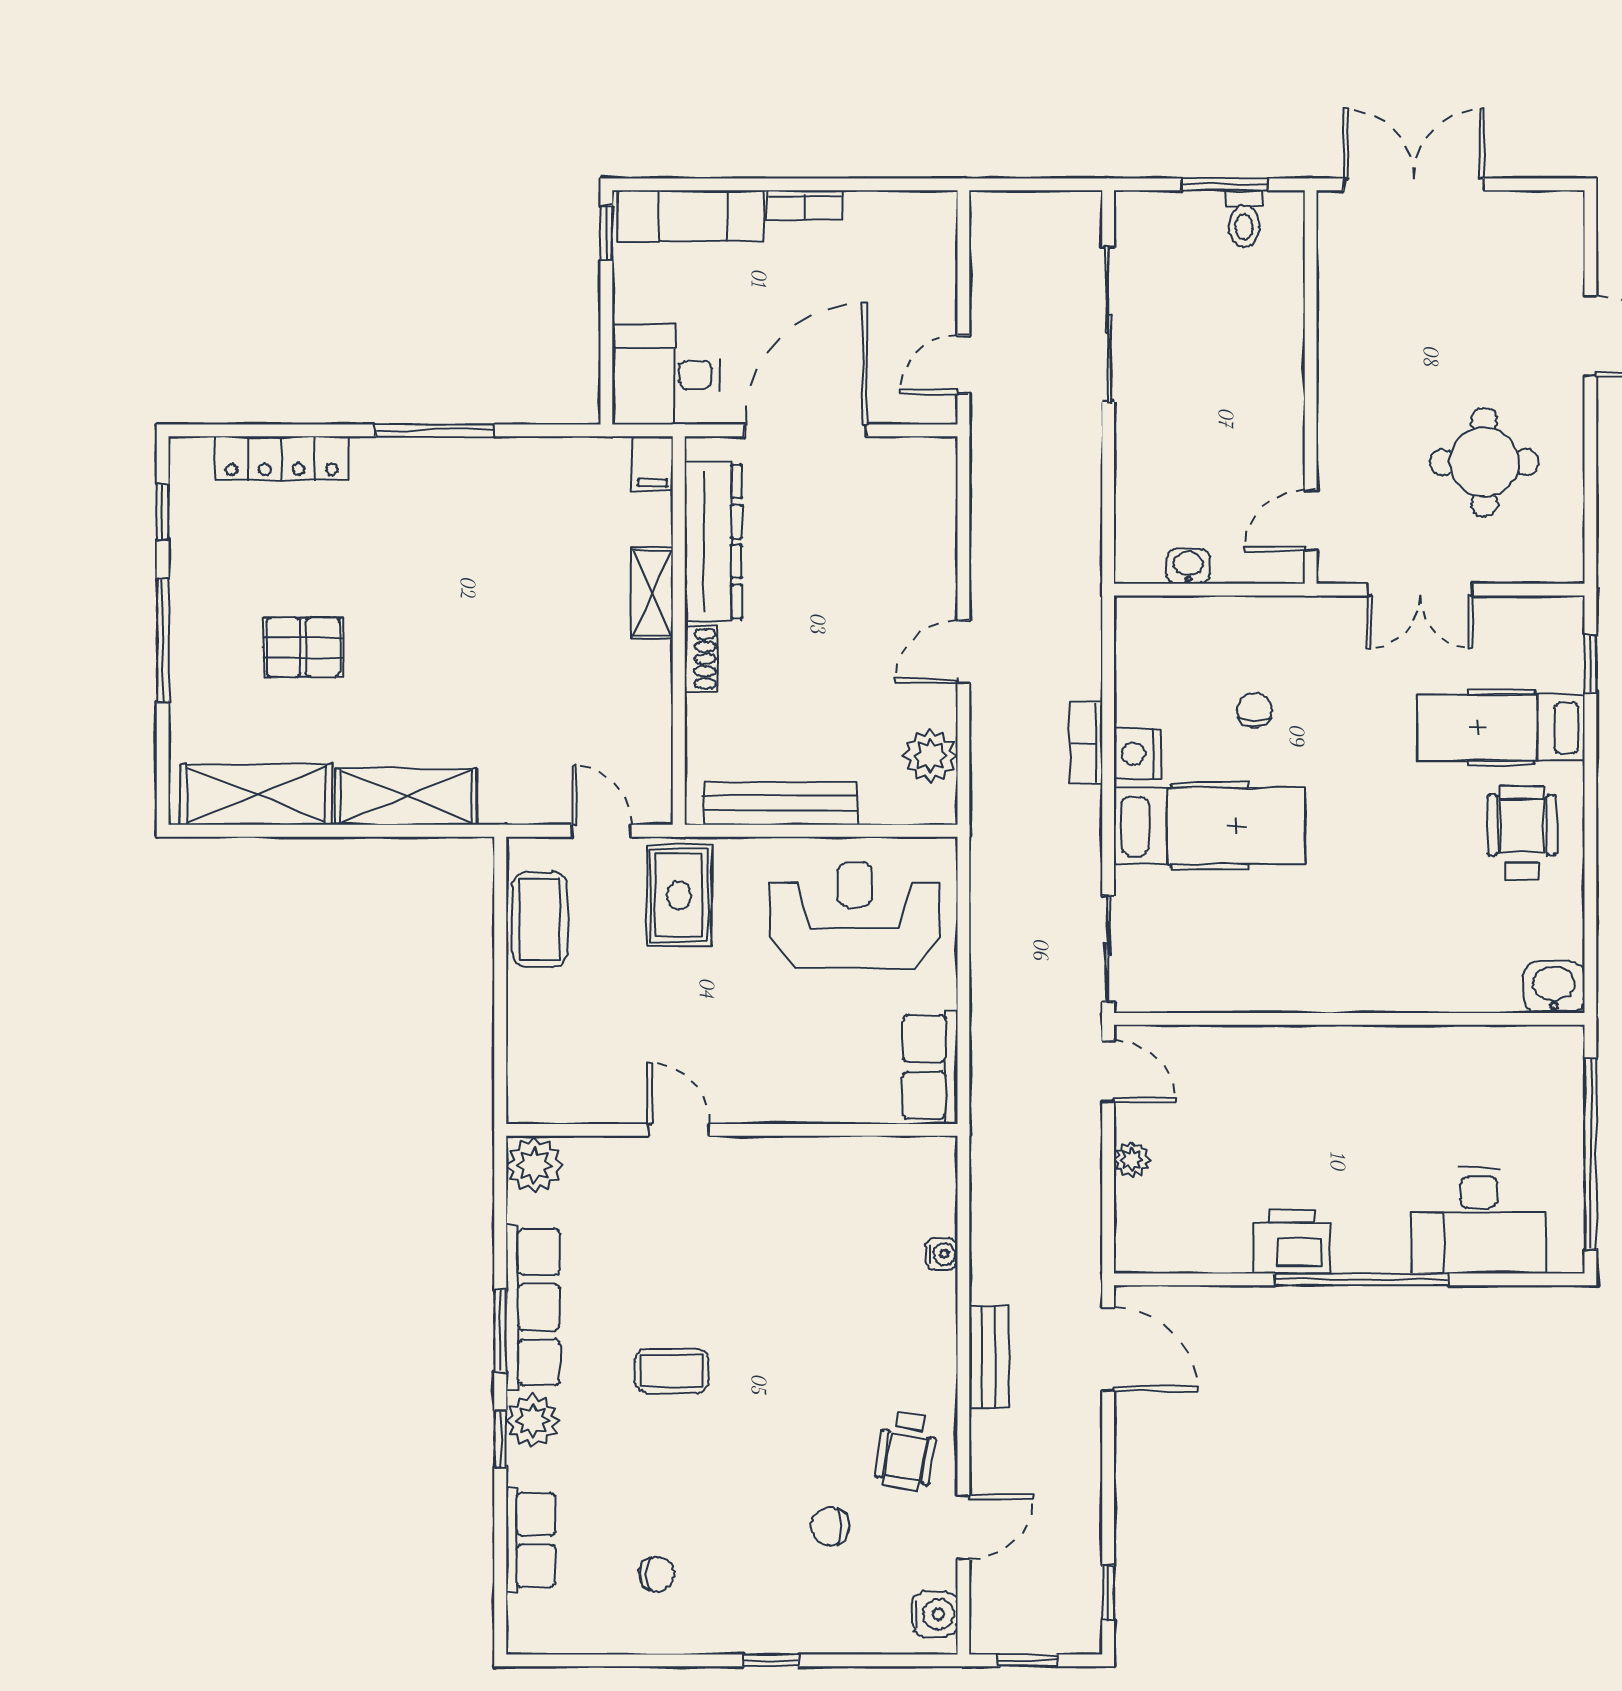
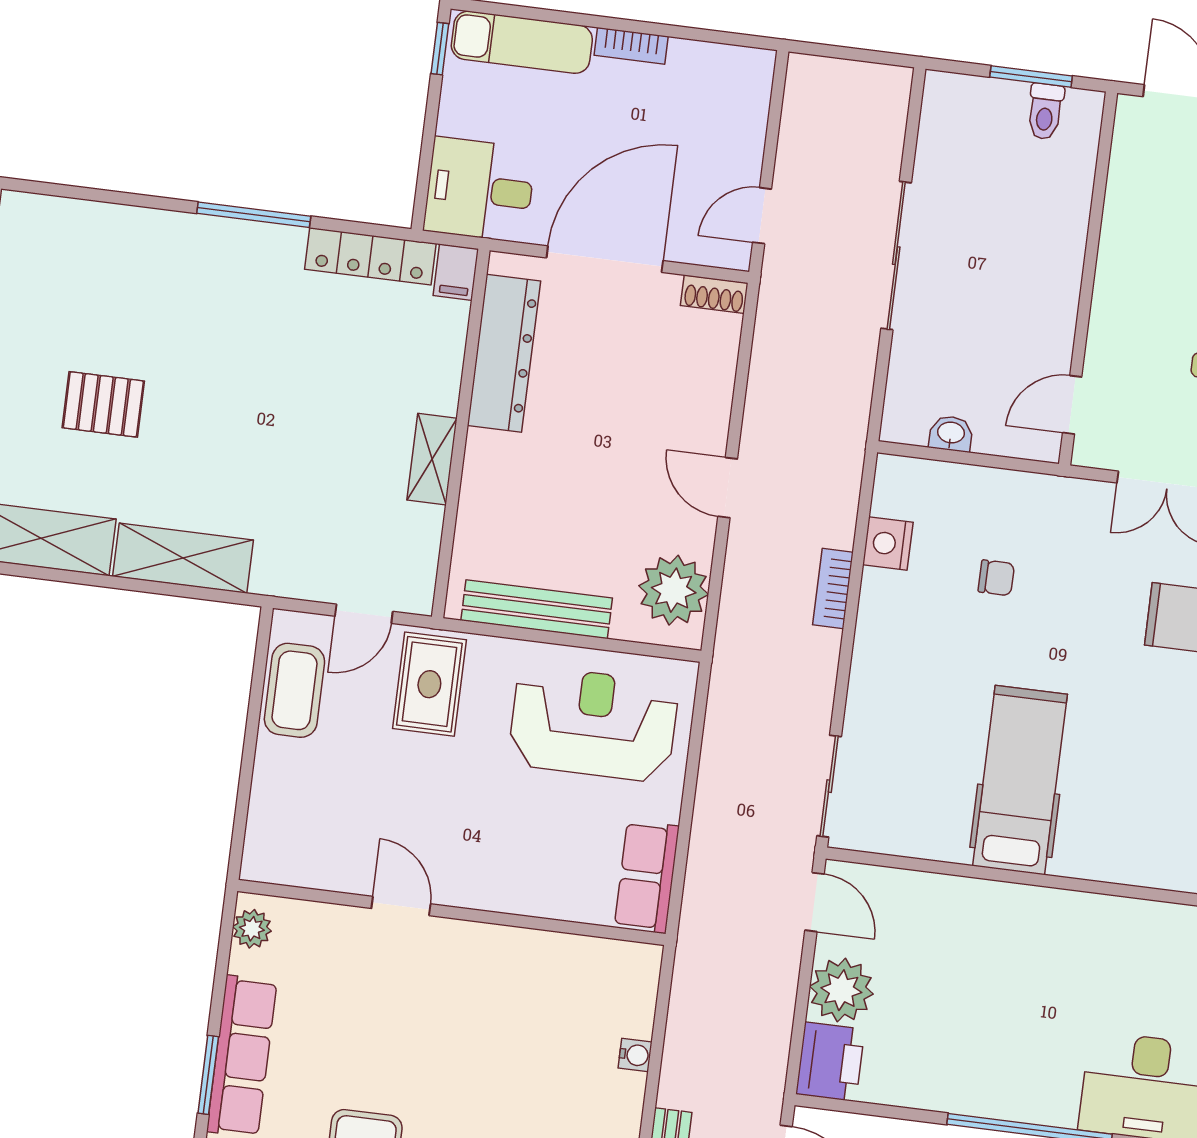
sliding door: (1108, 324) -> (896, 256), moved
locker: (282, 458) -> (370, 256), moved
shelving: (652, 593) -> (432, 459), moved
door: (963, 652) -> (728, 488), hinge flipped
shoe rack: (701, 659) -> (714, 294), moved, turned 90
chair: (1254, 710) -> (996, 578), turned 90
nightstand: (1137, 754) -> (888, 544), moved
plant: (930, 756) -> (674, 590), width x1.36, depth x1.36
hospital bed: (1209, 826) -> (1020, 780), moved, turned -90
door: (602, 831) -> (364, 614), swing flipped
plant: (1132, 1159) -> (841, 990), width x1.87, depth x1.87
plant: (534, 1165) -> (252, 929), width x0.73, depth x0.73
printer: (1292, 1242) -> (830, 1062), moved, turned 90

